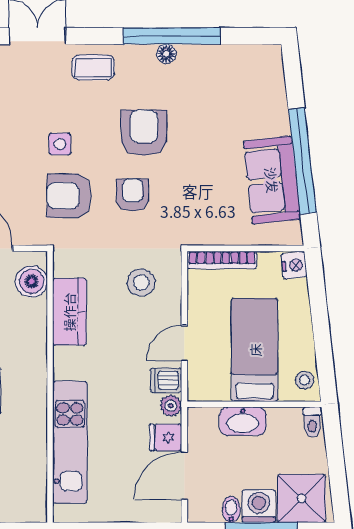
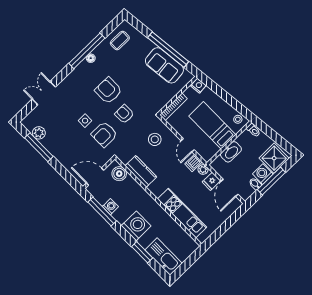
coffee table: (93, 67) -> (120, 40), moved

